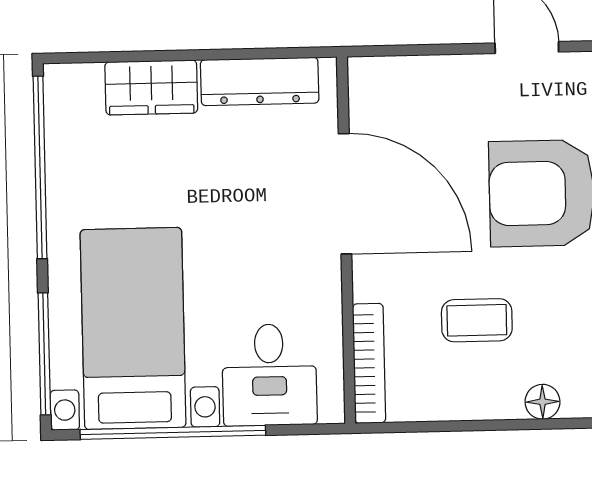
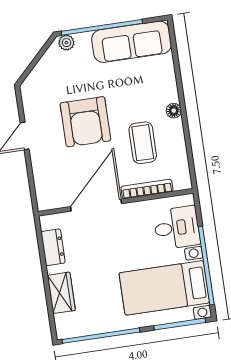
dresser: (260, 81) -> (53, 247), width x0.70
coffee table: (477, 320) -> (143, 143), width x1.36, depth x1.30
bookcase: (369, 363) -> (147, 189), moved

